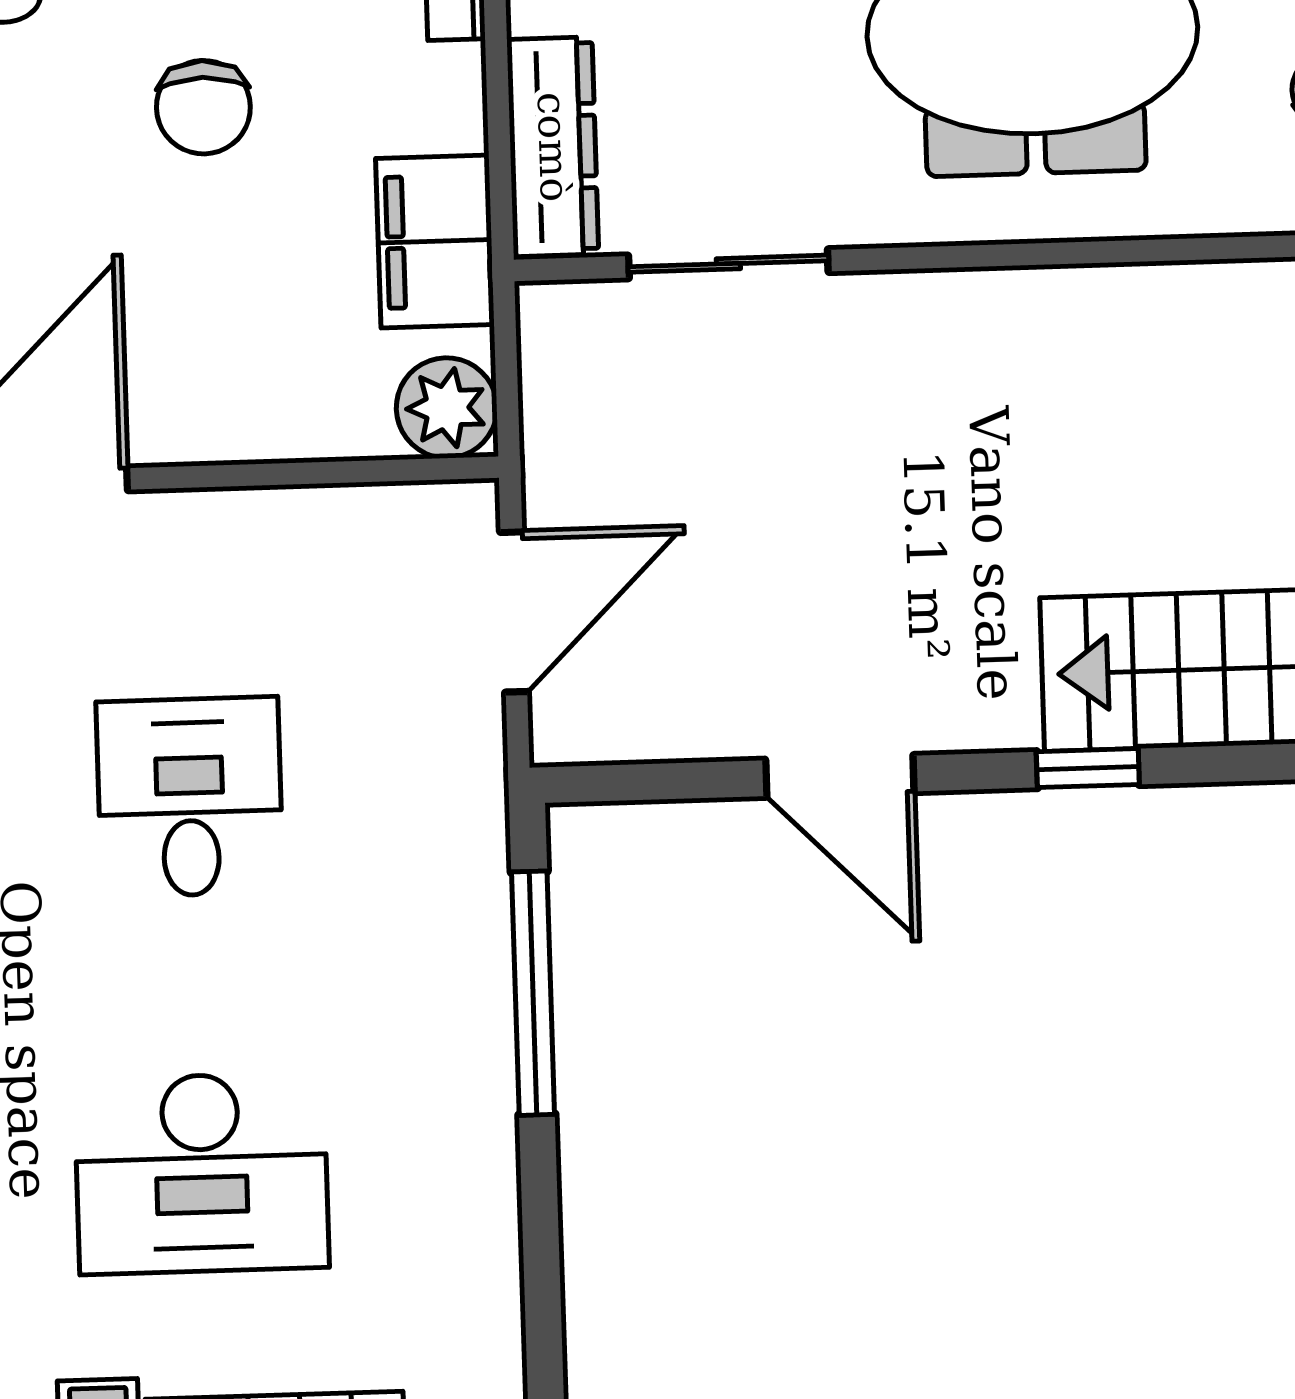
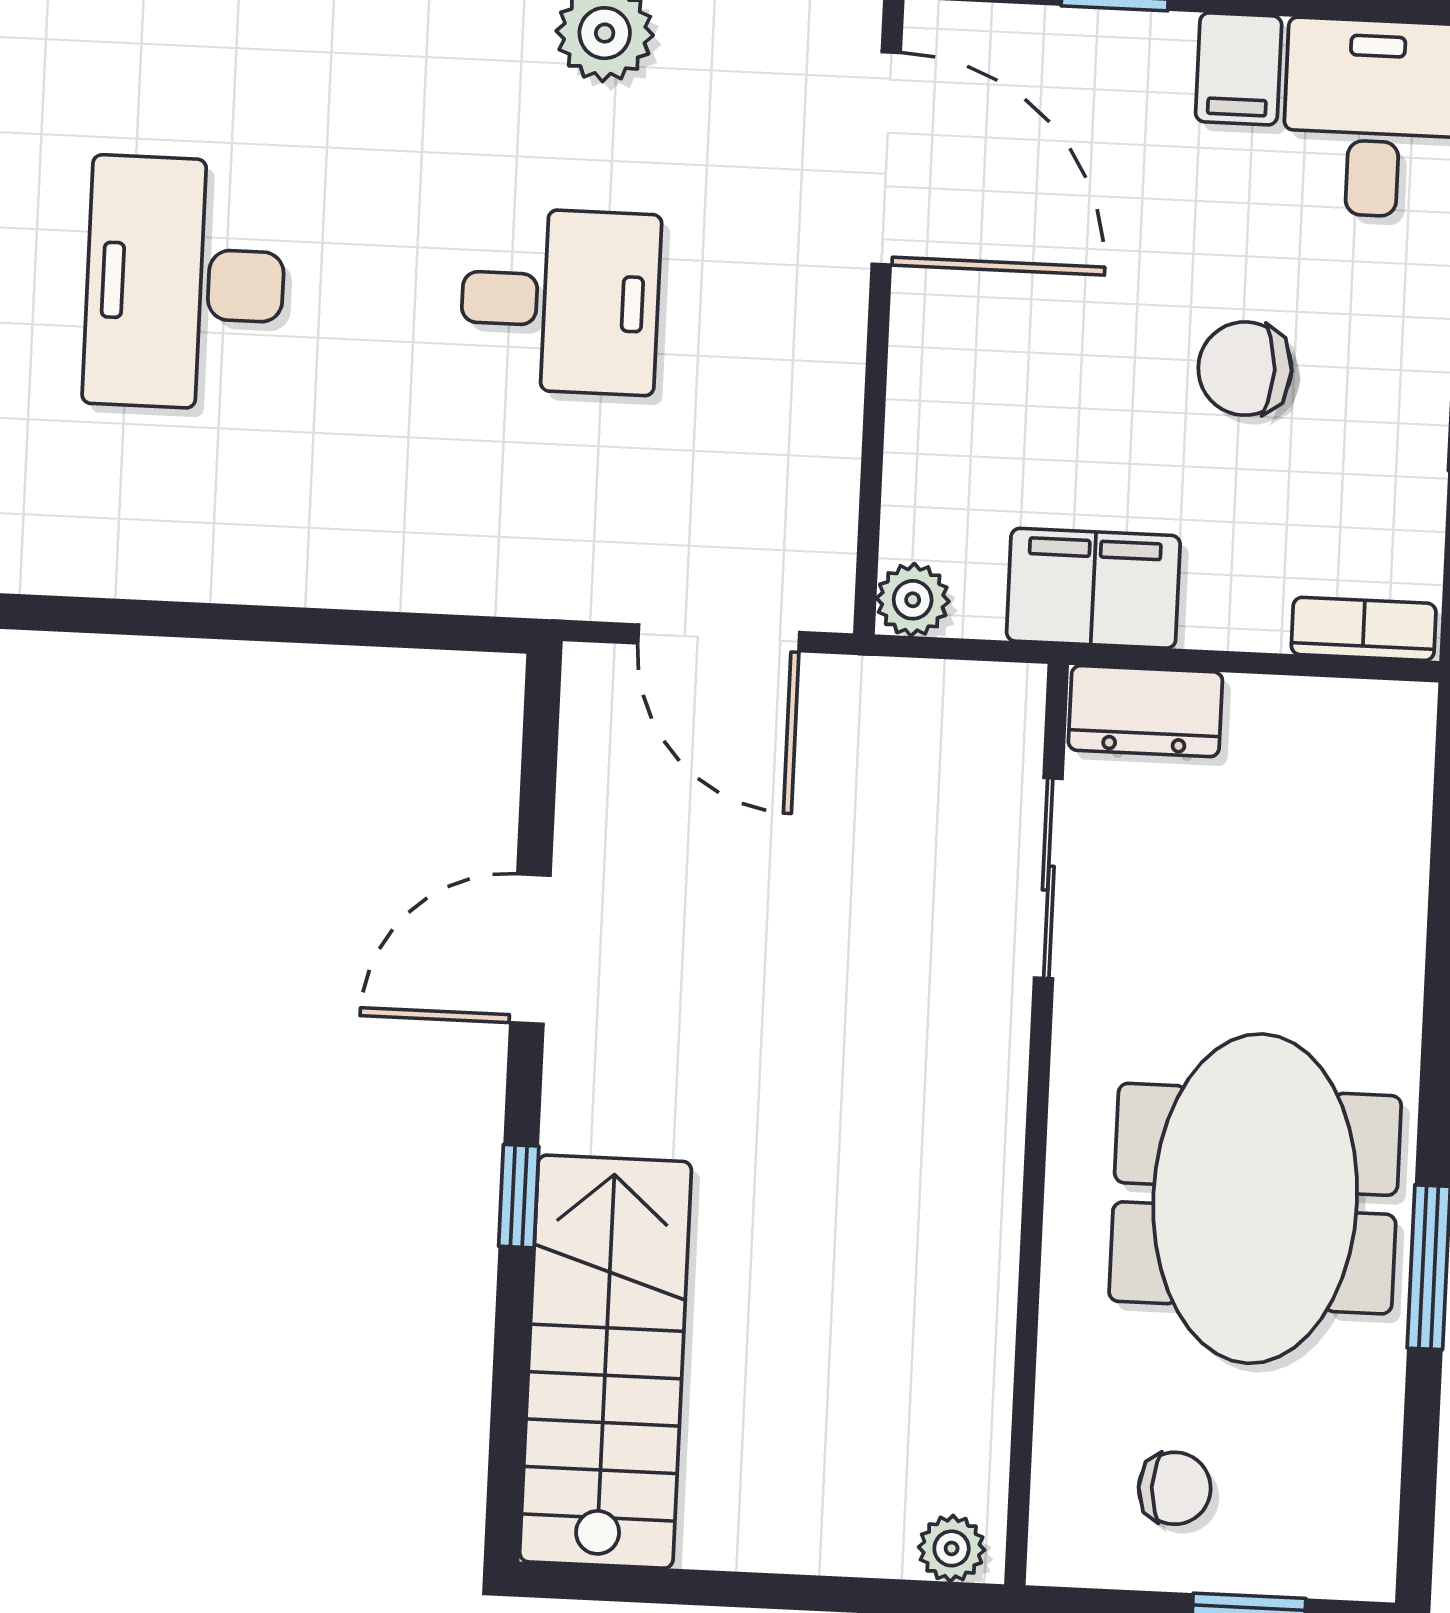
dresser: (553, 147) -> (1145, 711), width x0.70
plant: (447, 408) -> (913, 600), width x0.73, depth x0.73
window: (533, 993) -> (338, 627), removed

